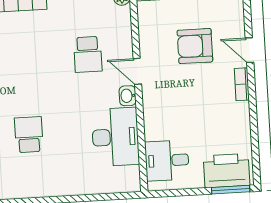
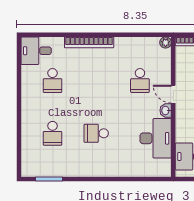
school desk: (29, 135) -> (96, 133), turned -90

